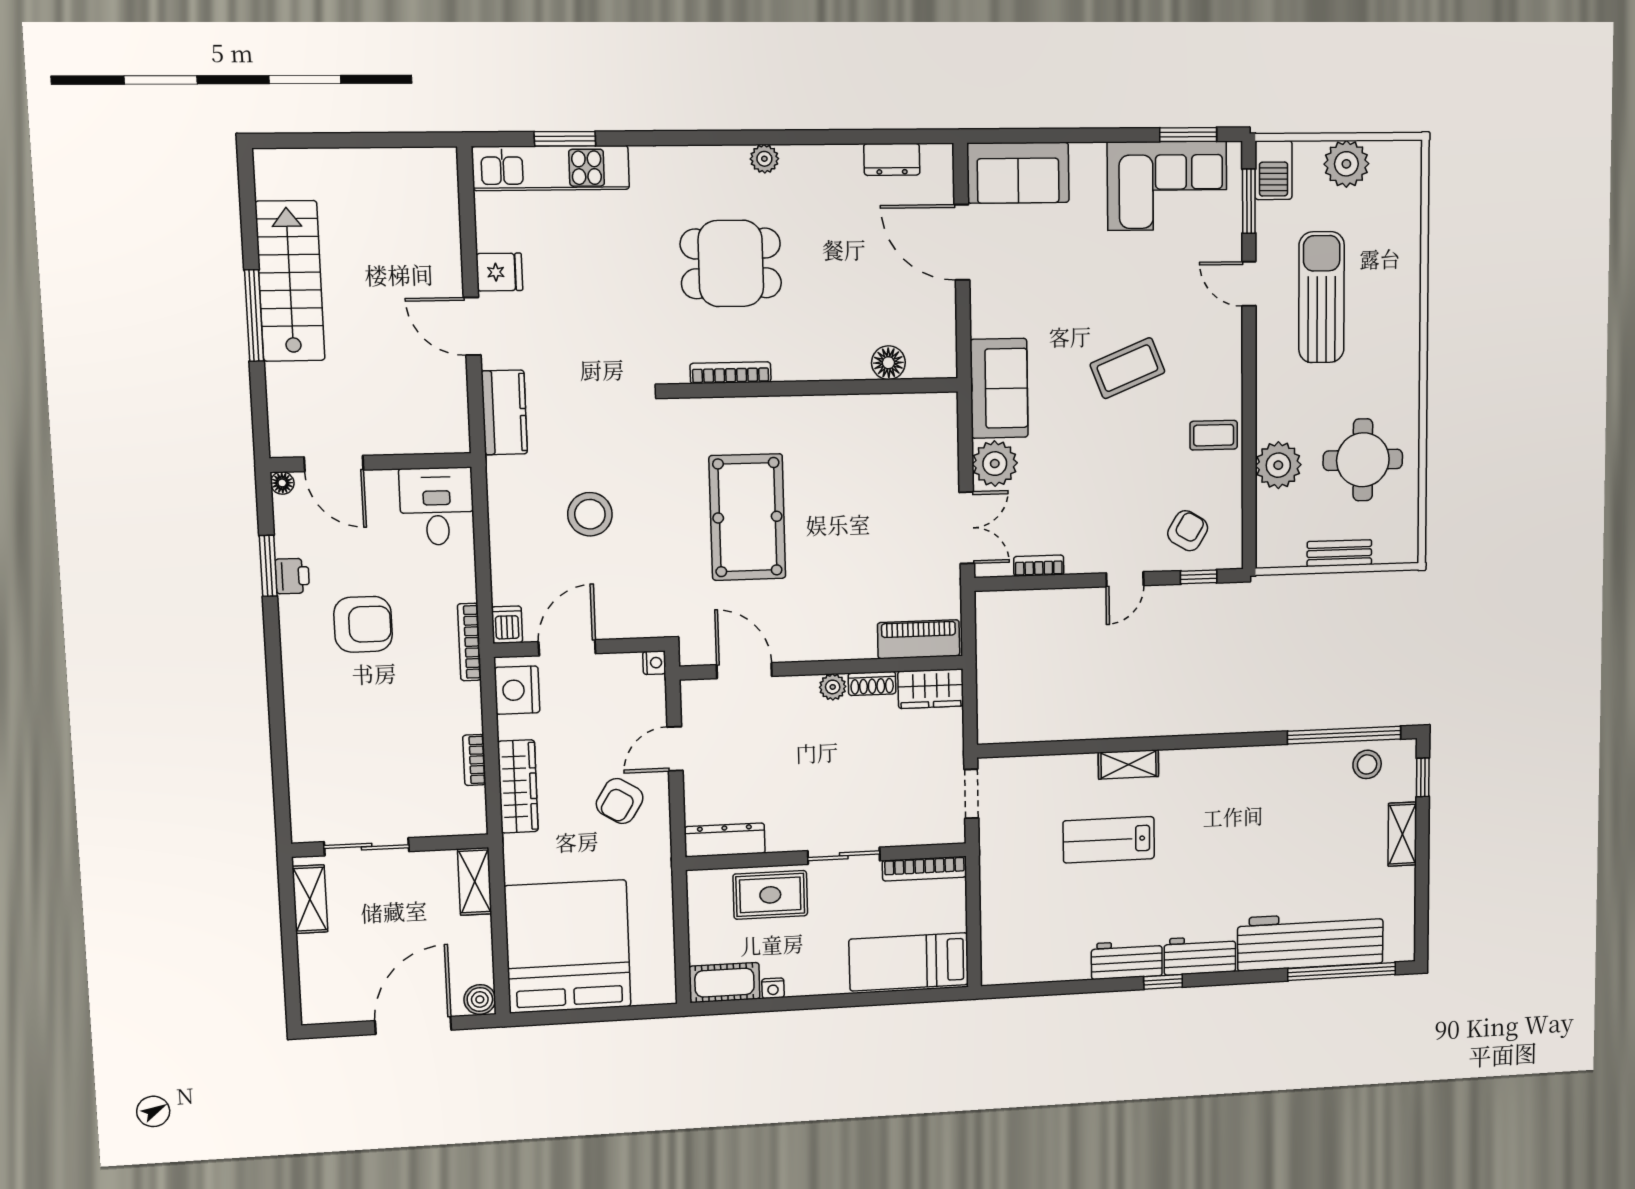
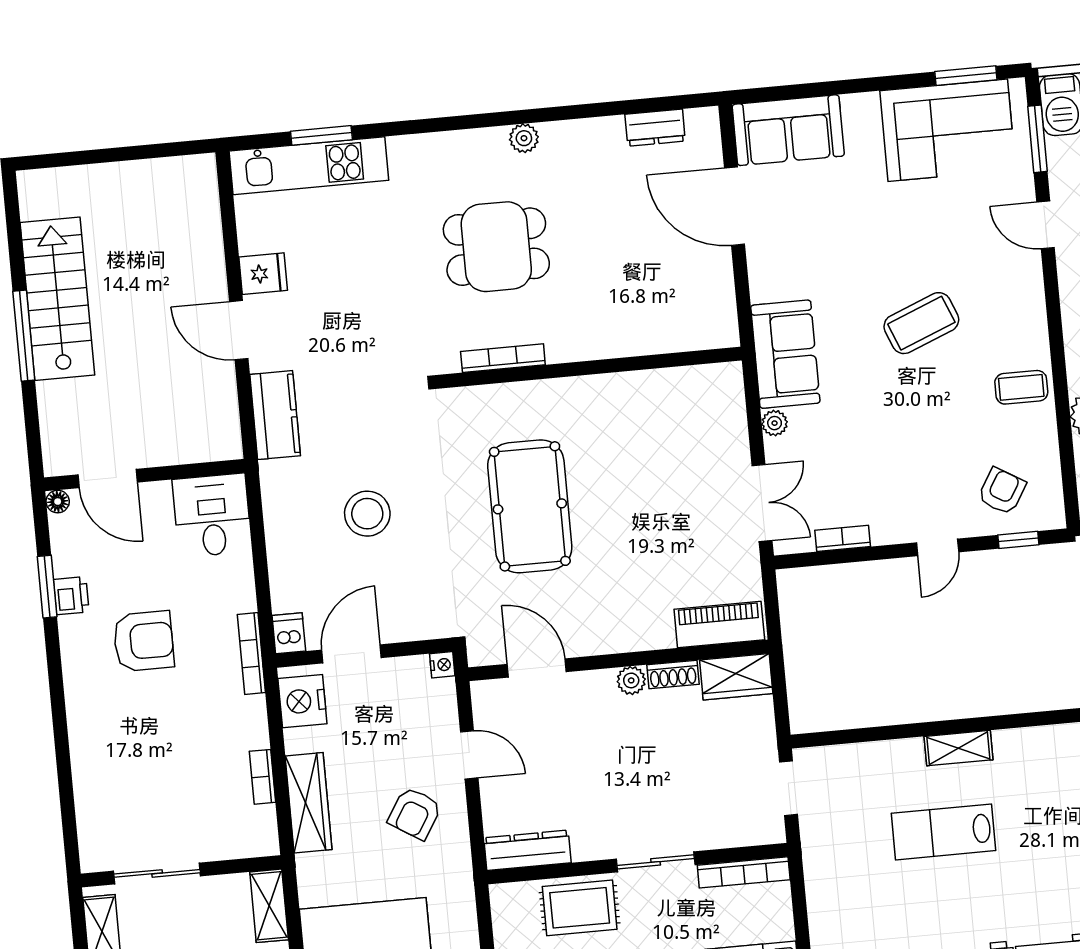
floor lamp: (888, 363) -> (666, 336), removed
plant: (995, 464) -> (775, 423), width x0.53, depth x0.53
door: (675, 749) -> (469, 755), swing flipped

